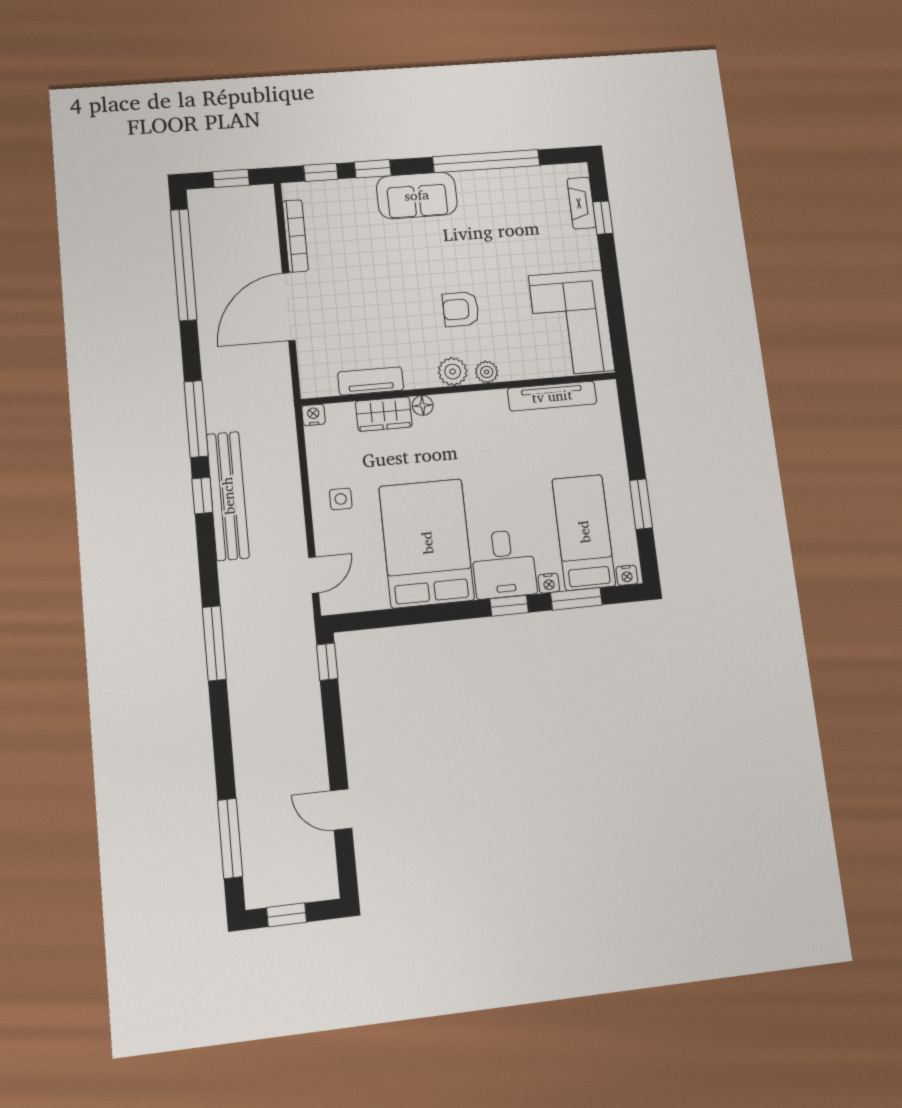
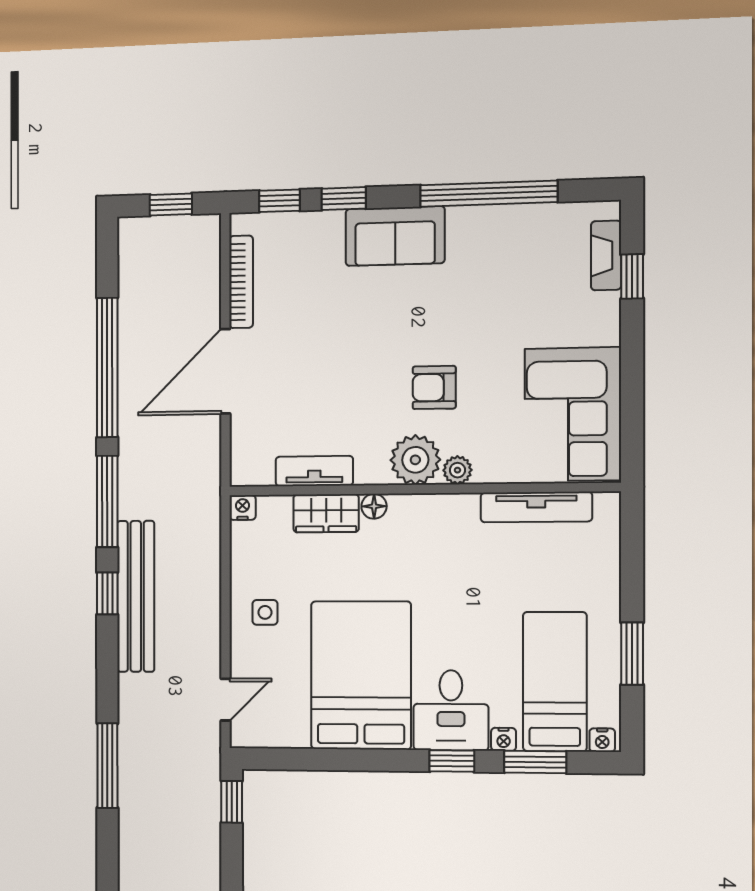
window: (184, 265) -> (107, 367), moved
plant: (453, 372) -> (415, 460), width x1.36, depth x1.36

